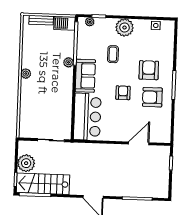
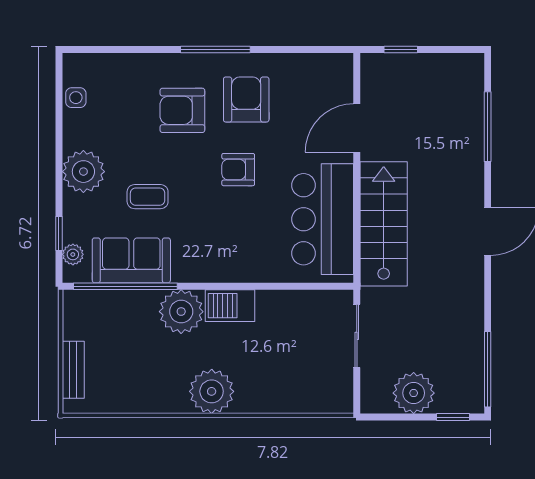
barbecue: (65, 23) -> (230, 306), moved, turned 90
plant: (69, 62) -> (181, 312), width x1.87, depth x1.87
plant: (26, 74) -> (212, 391), width x1.87, depth x1.87
sofa: (85, 76) -> (131, 260), moved
armchair: (152, 97) -> (246, 99), turned 180
bar counter: (87, 117) -> (323, 219), moved, turned -90
door: (139, 143) -> (357, 128), hinge flipped
stairs: (43, 184) -> (384, 224), moved, turned 180

